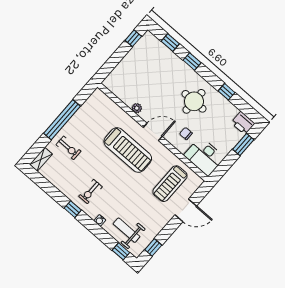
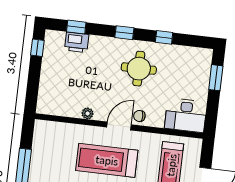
window: (192, 62) -> (124, 33), moved
printer: (243, 123) -> (77, 42), moved
chair: (186, 134) -> (139, 116), moved
treadmill: (128, 150) -> (107, 160), turned 180

